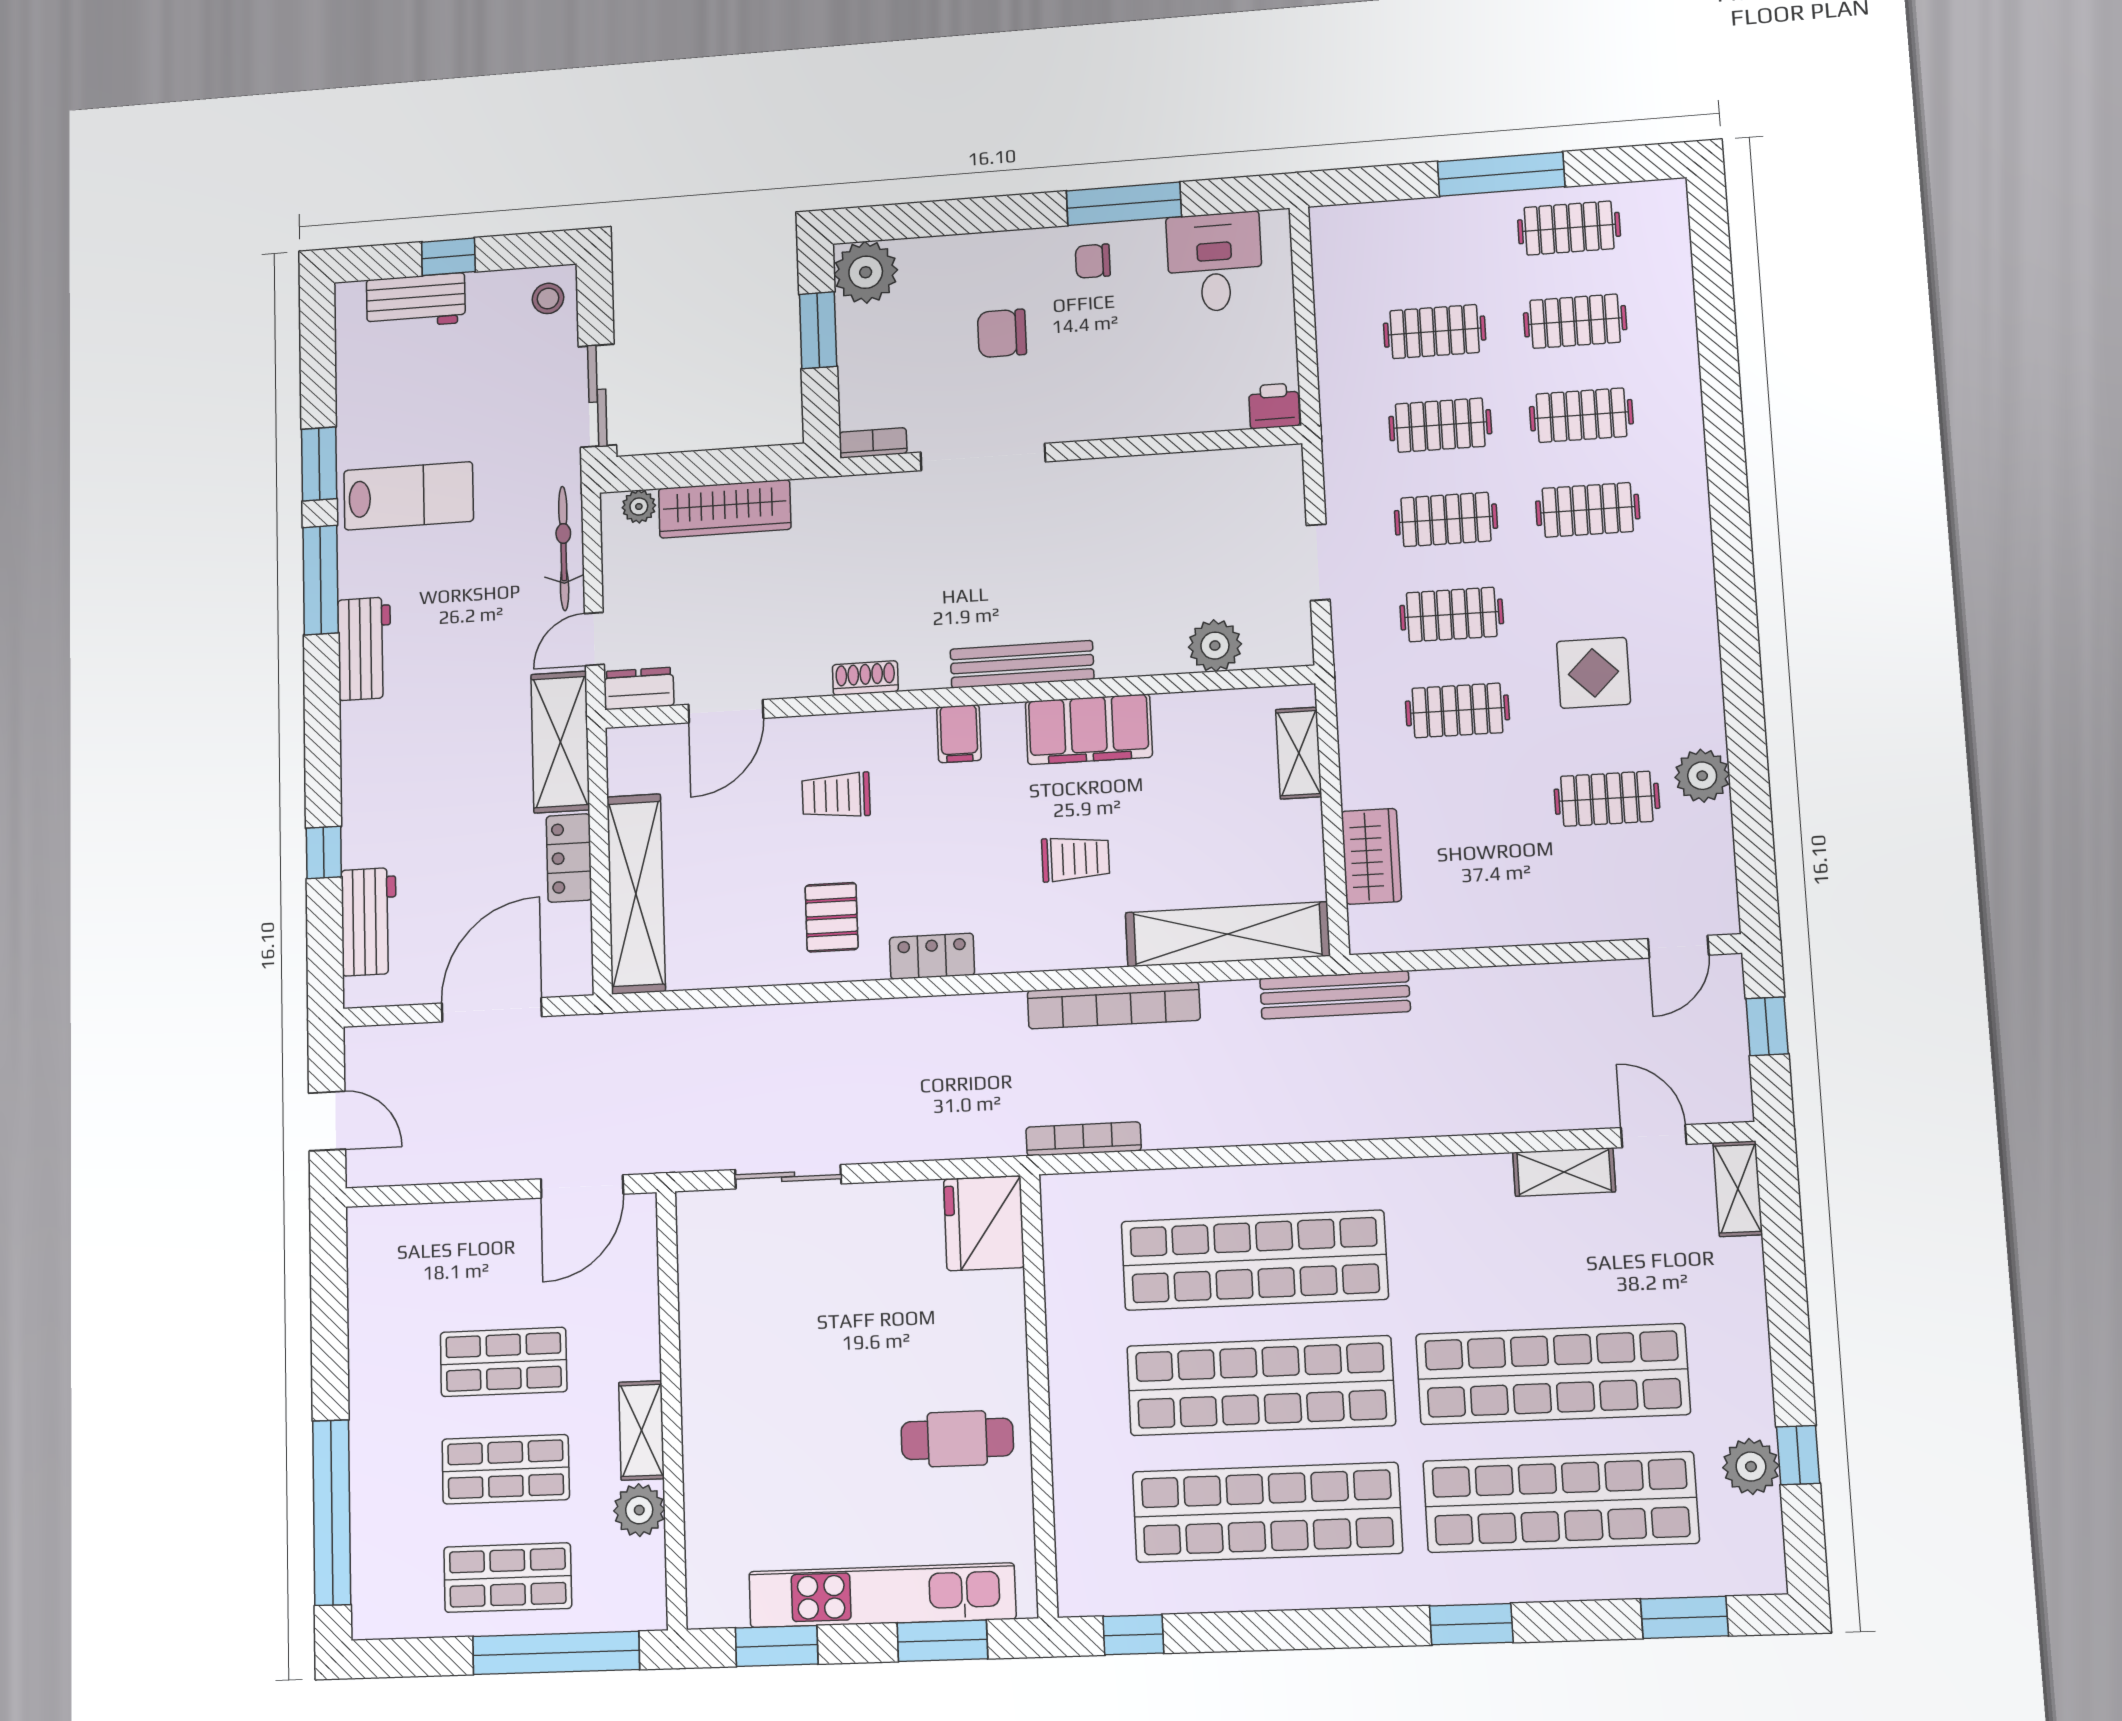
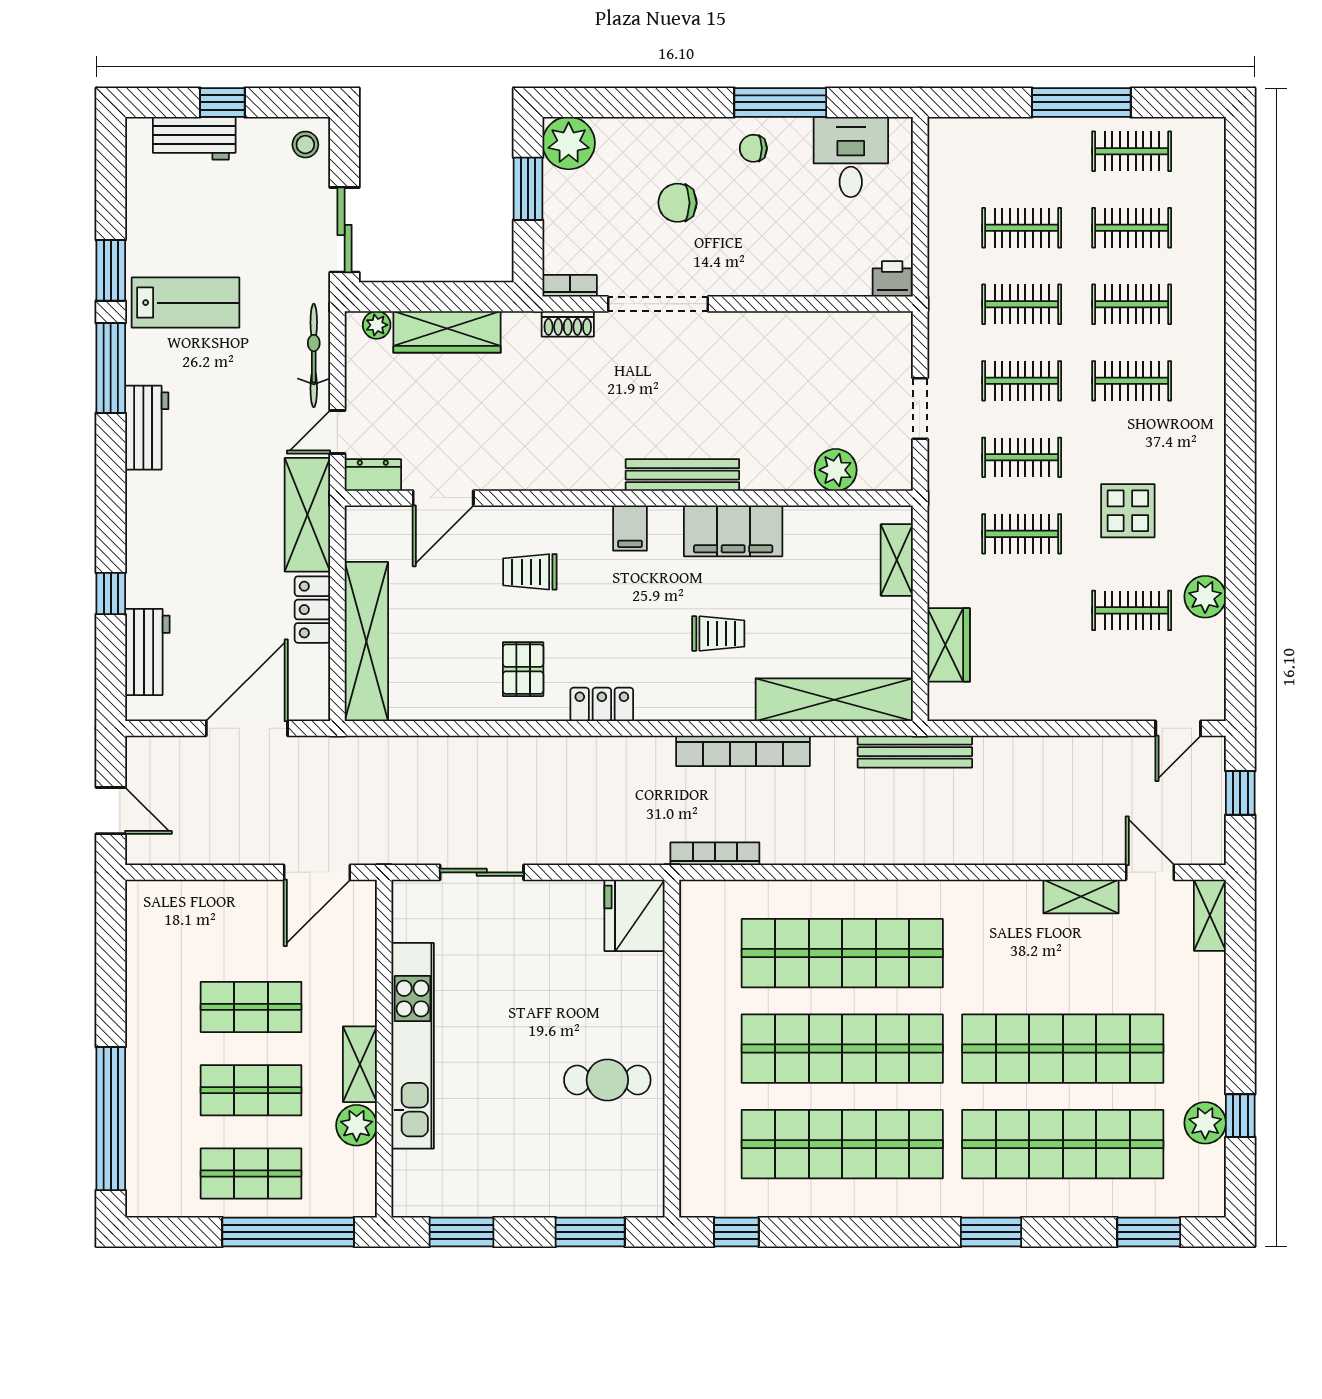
shoe rack: (865, 678) -> (568, 324), moved, turned 180
kitchen unit: (882, 1595) -> (413, 1046), moved, turned 90

